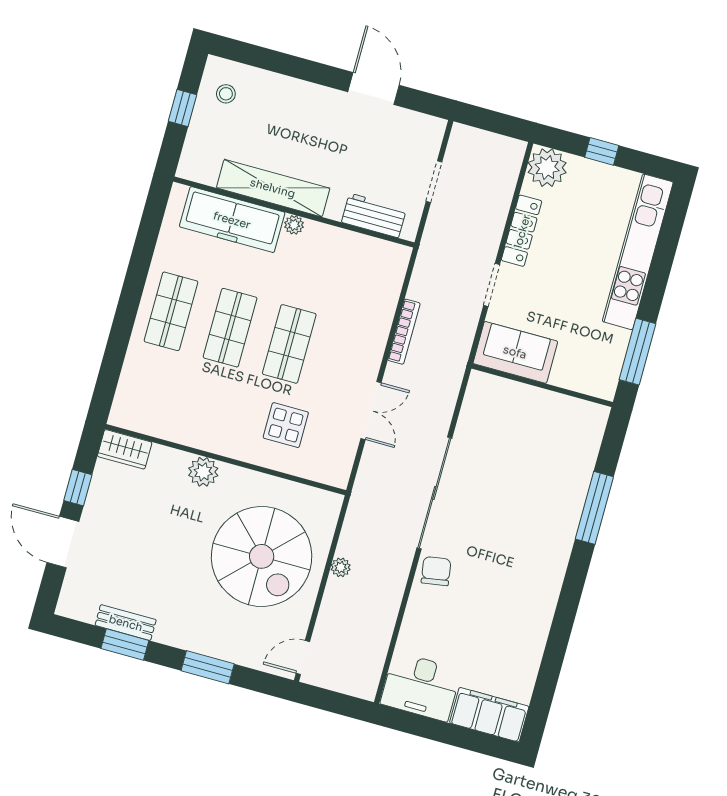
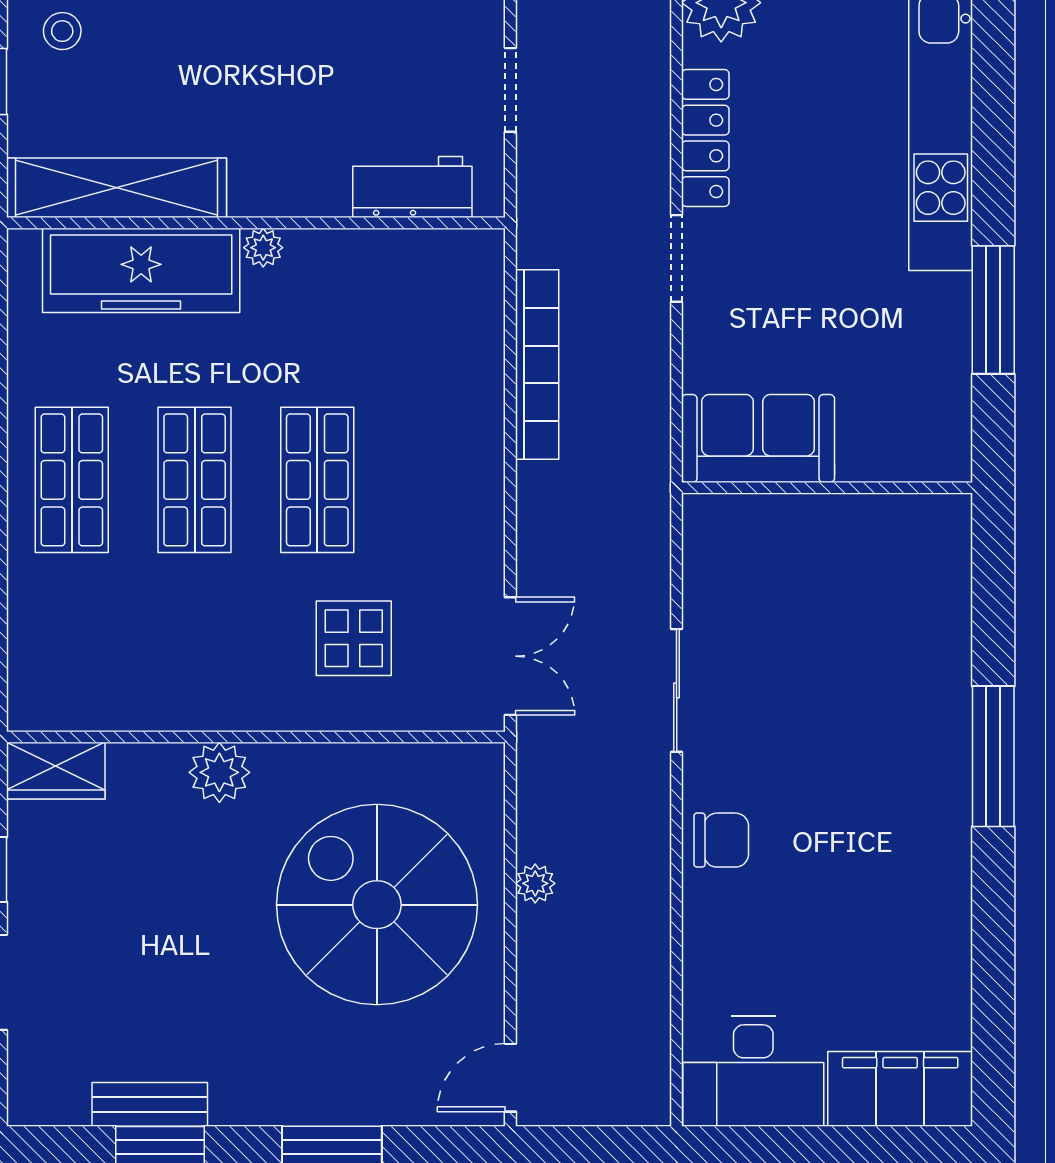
shelving: (273, 188) -> (116, 188), moved
bookcase: (404, 332) -> (537, 364), width x1.48, depth x1.31
sofa: (515, 352) -> (758, 438), moved
wall: (542, 385) -> (827, 488), moved
double door: (371, 411) -> (510, 656), moved
sliding door: (434, 493) -> (677, 690), width x0.54
window: (594, 508) -> (993, 756), moved
spiral stairs: (262, 556) -> (377, 905), turned 180
chair: (436, 571) -> (721, 840), turned 99

